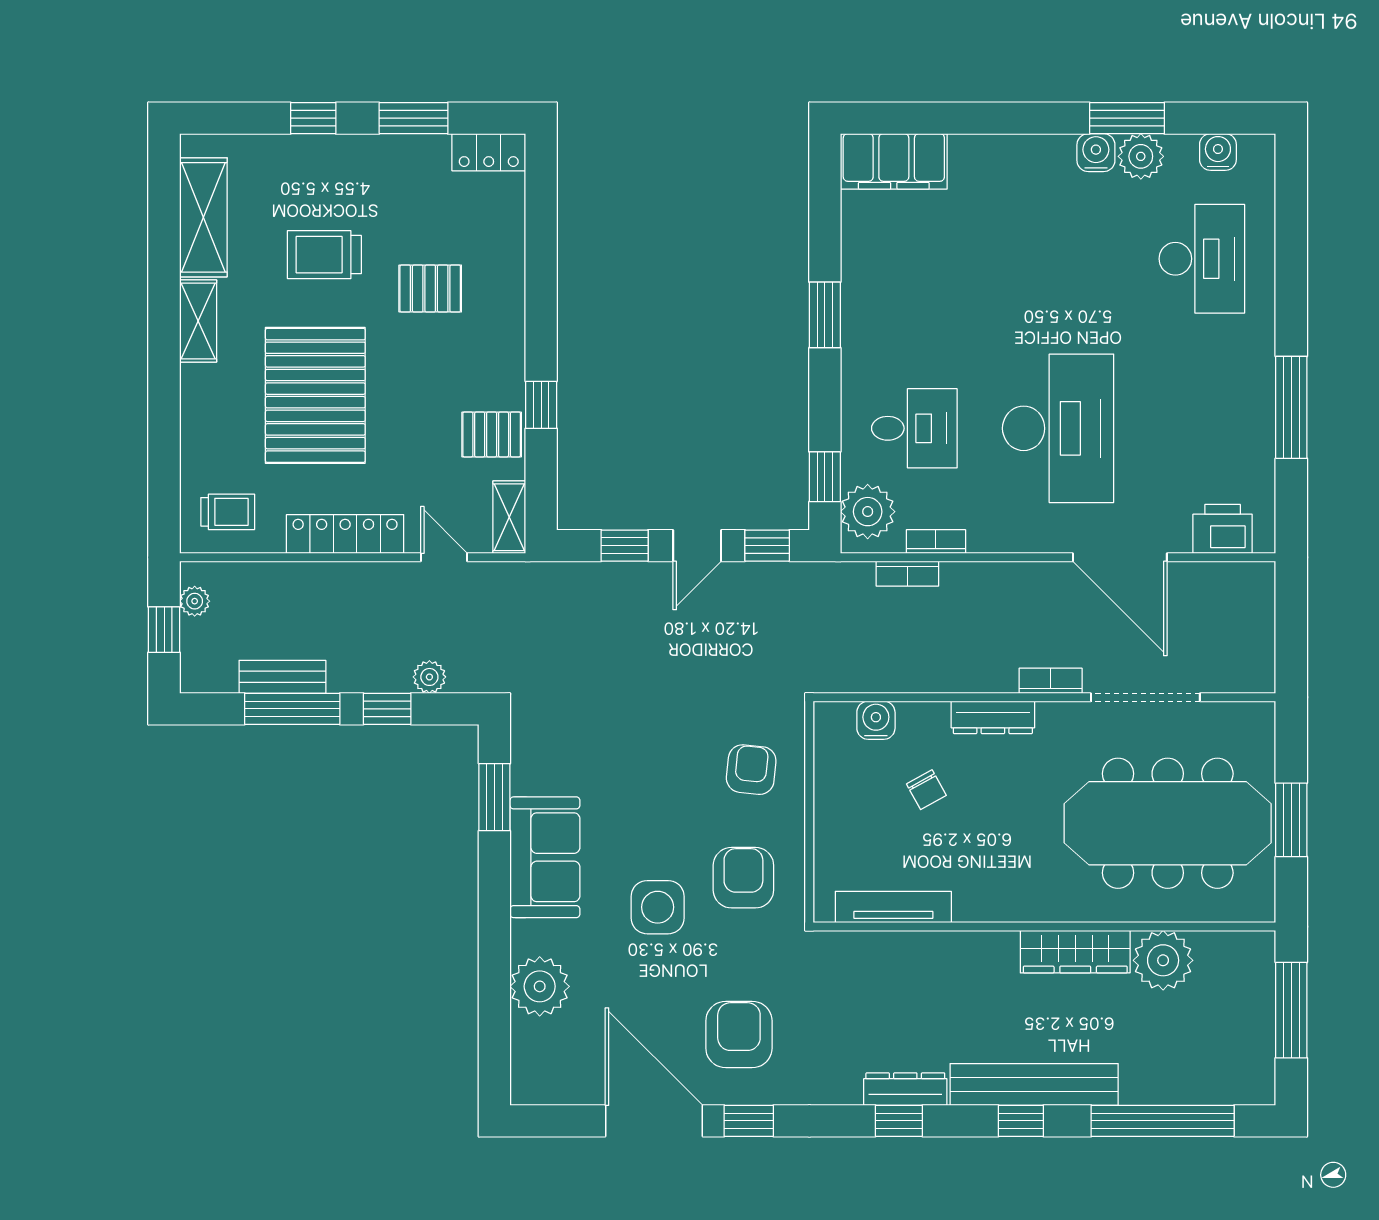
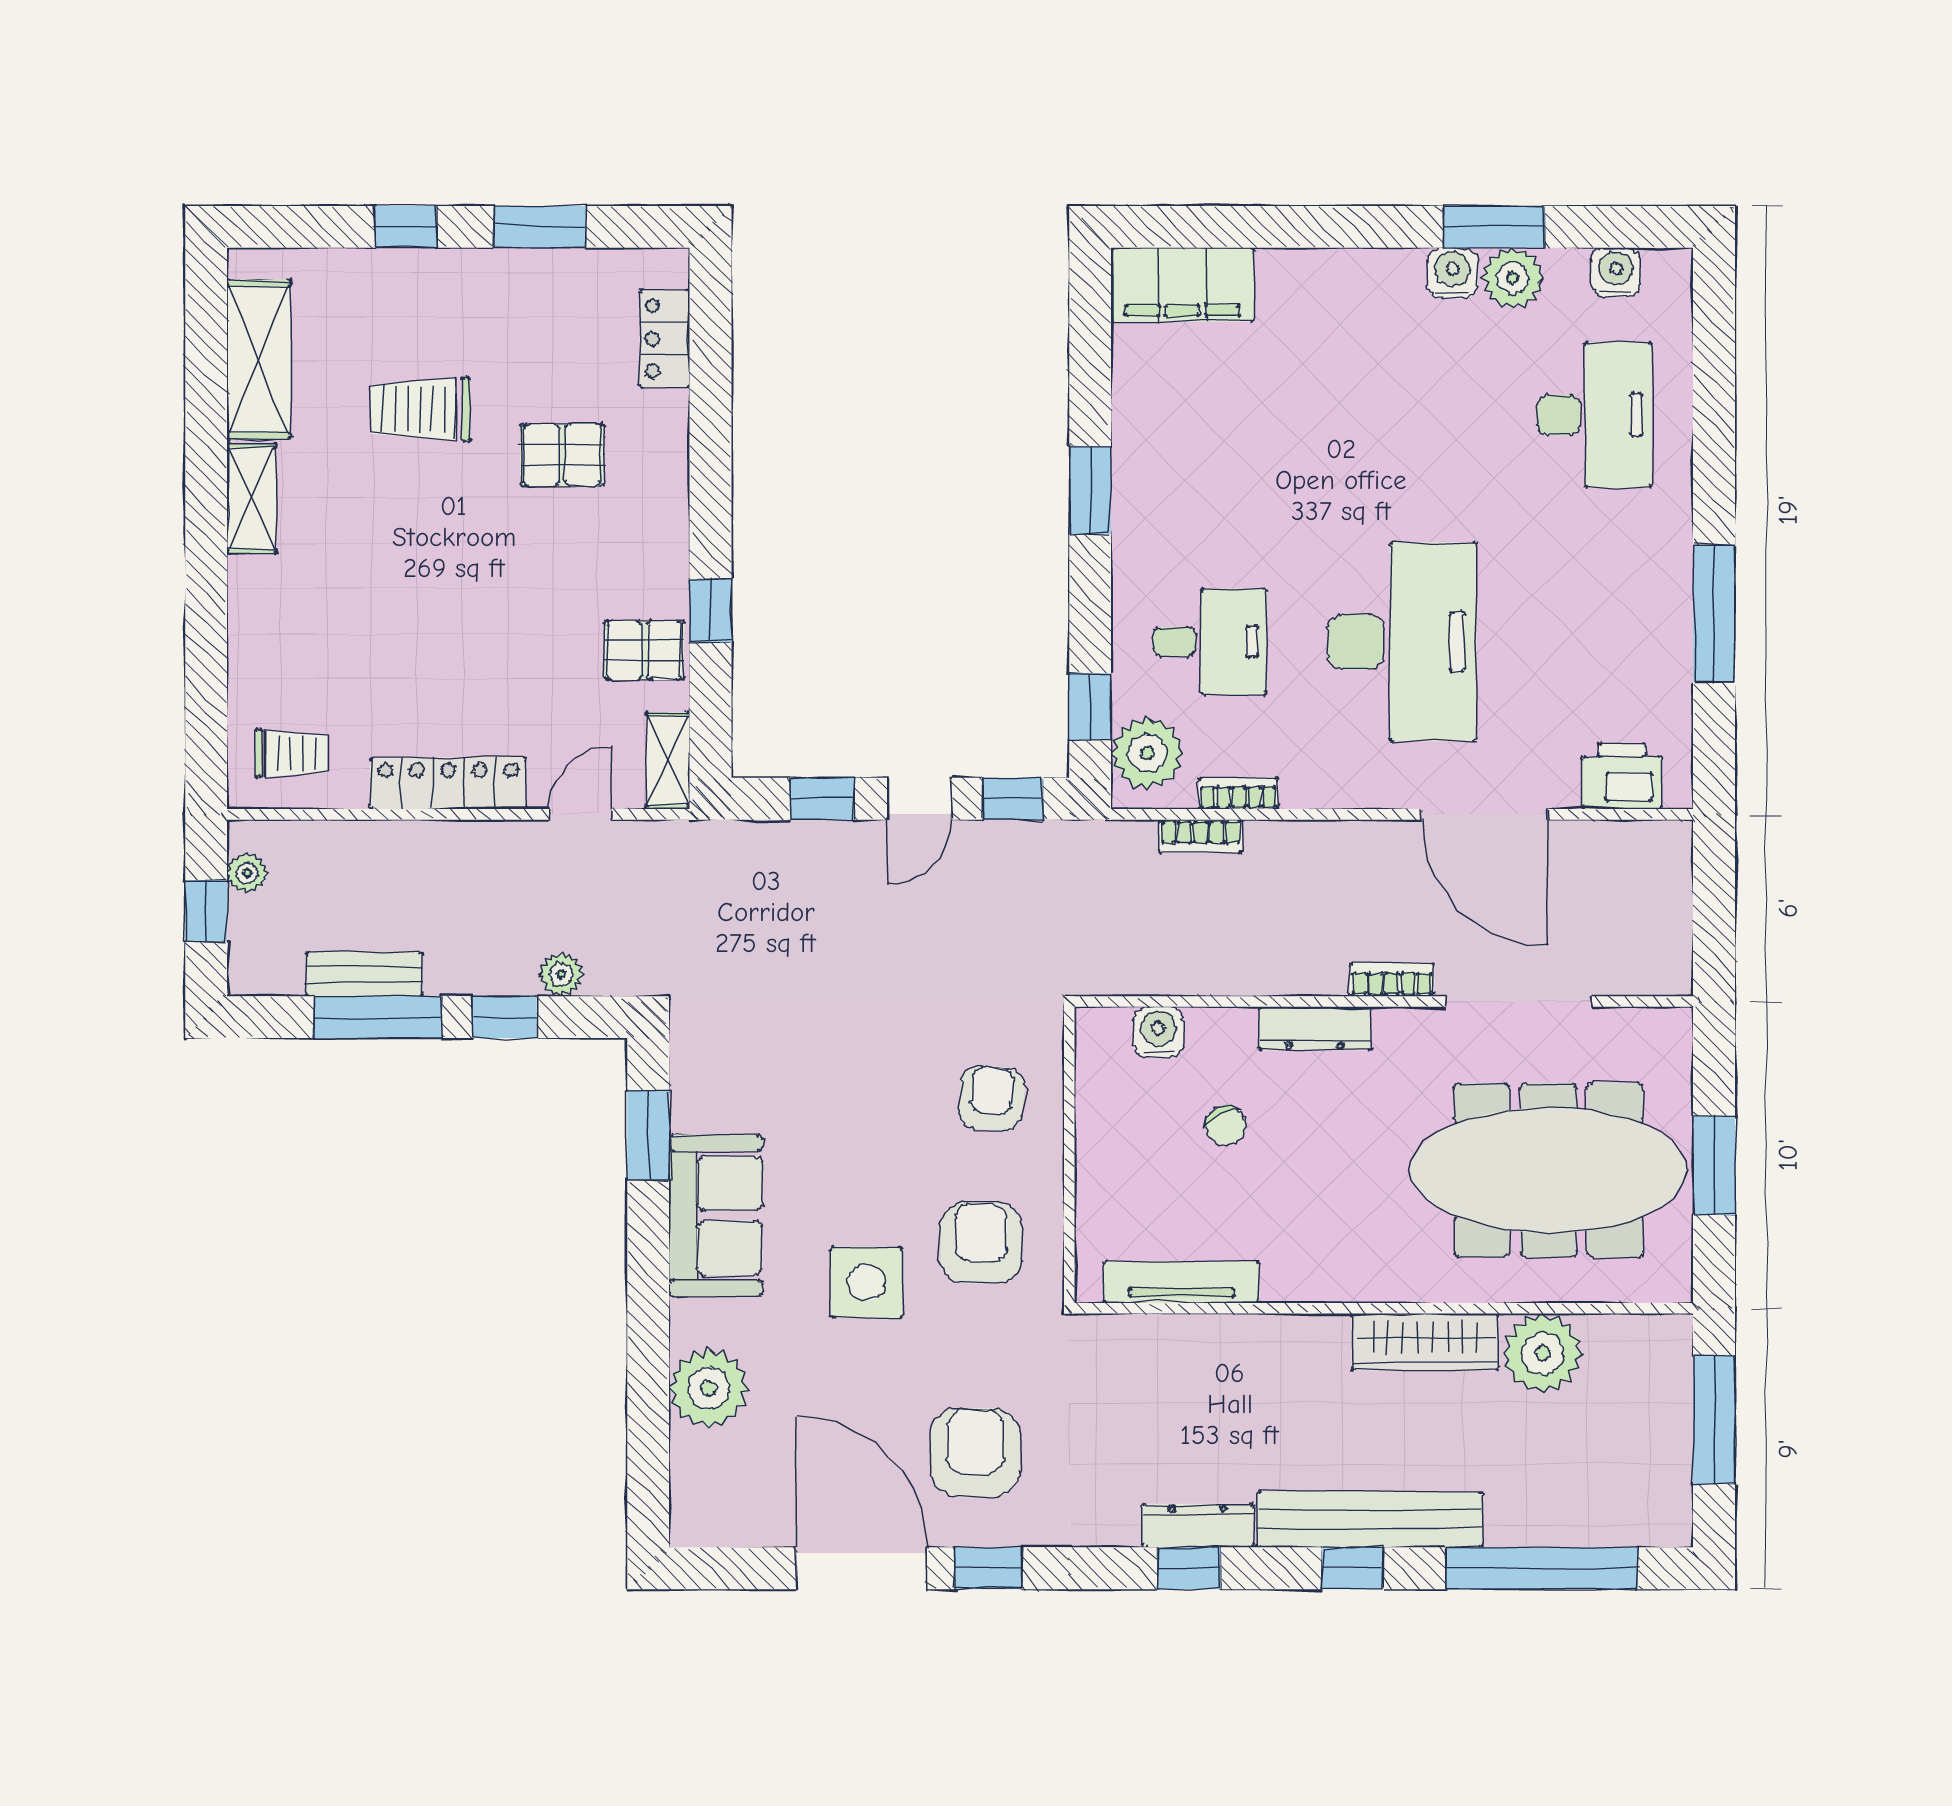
locker: (489, 152) -> (665, 339), moved, turned 90
pallet: (315, 395) -> (409, 598), removed
door: (444, 557) -> (581, 814), hinge flipped

